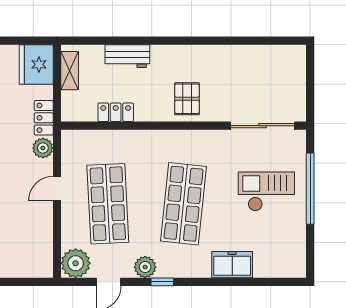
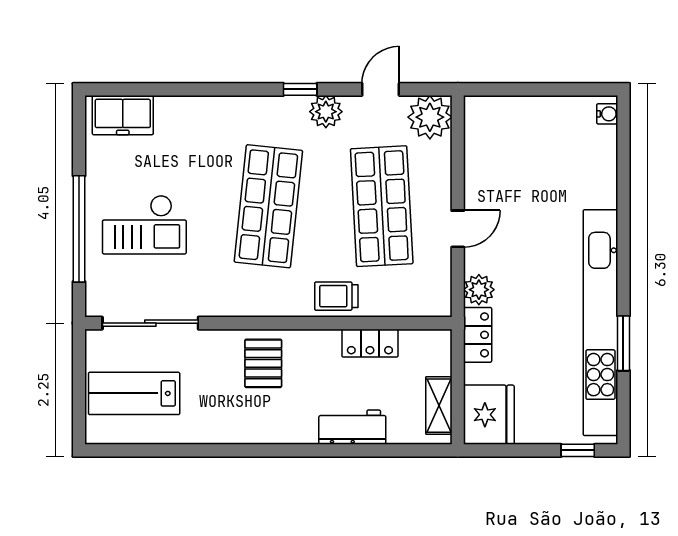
lab bench: (273, 79) -> (134, 393), added
trolley: (138, 144) -> (336, 296), added
freezer: (232, 265) -> (123, 115), moved

